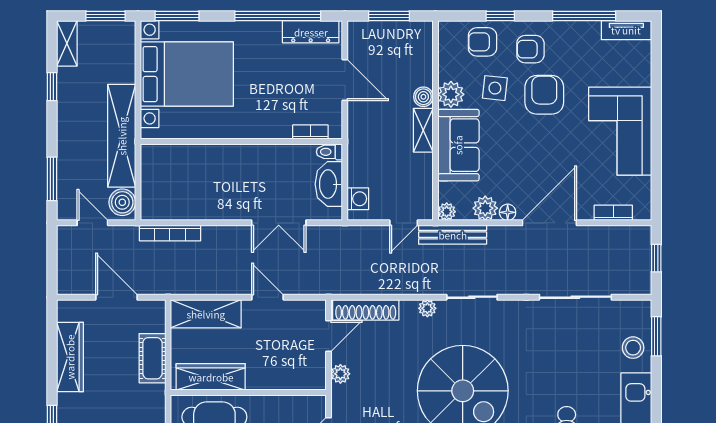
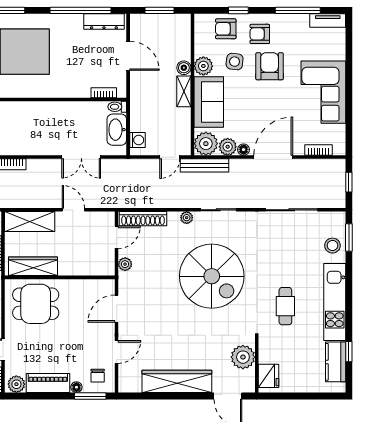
plant: (447, 212) -> (206, 144), width x1.87, depth x1.87

